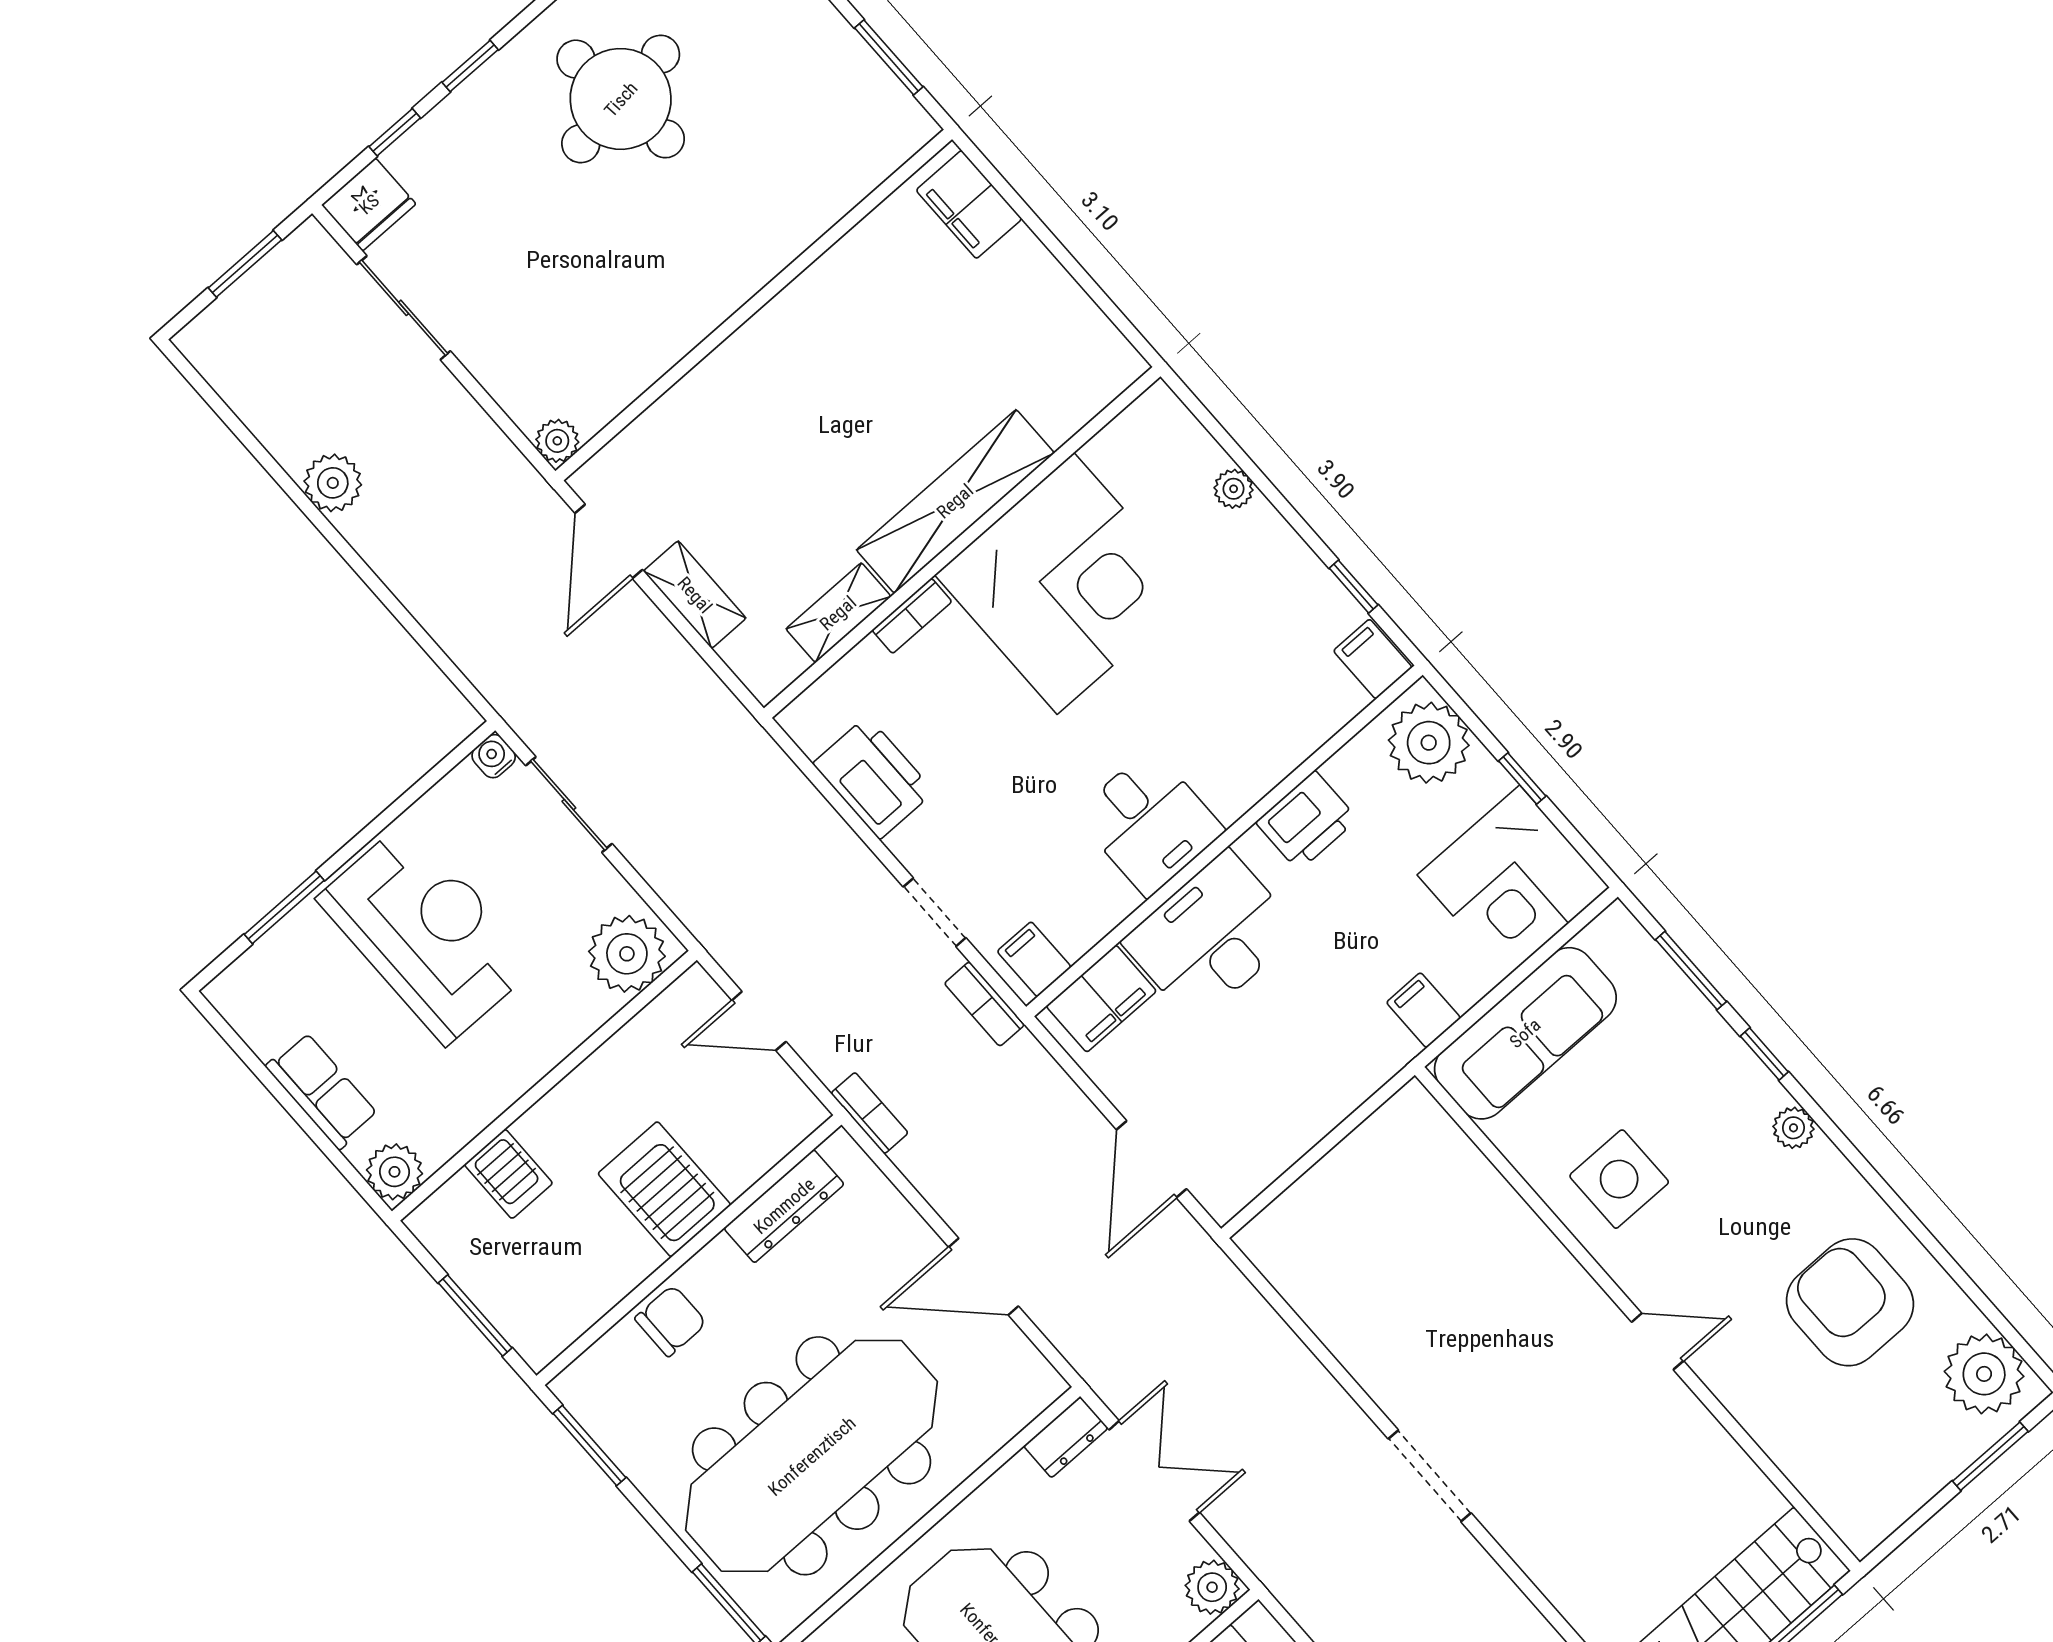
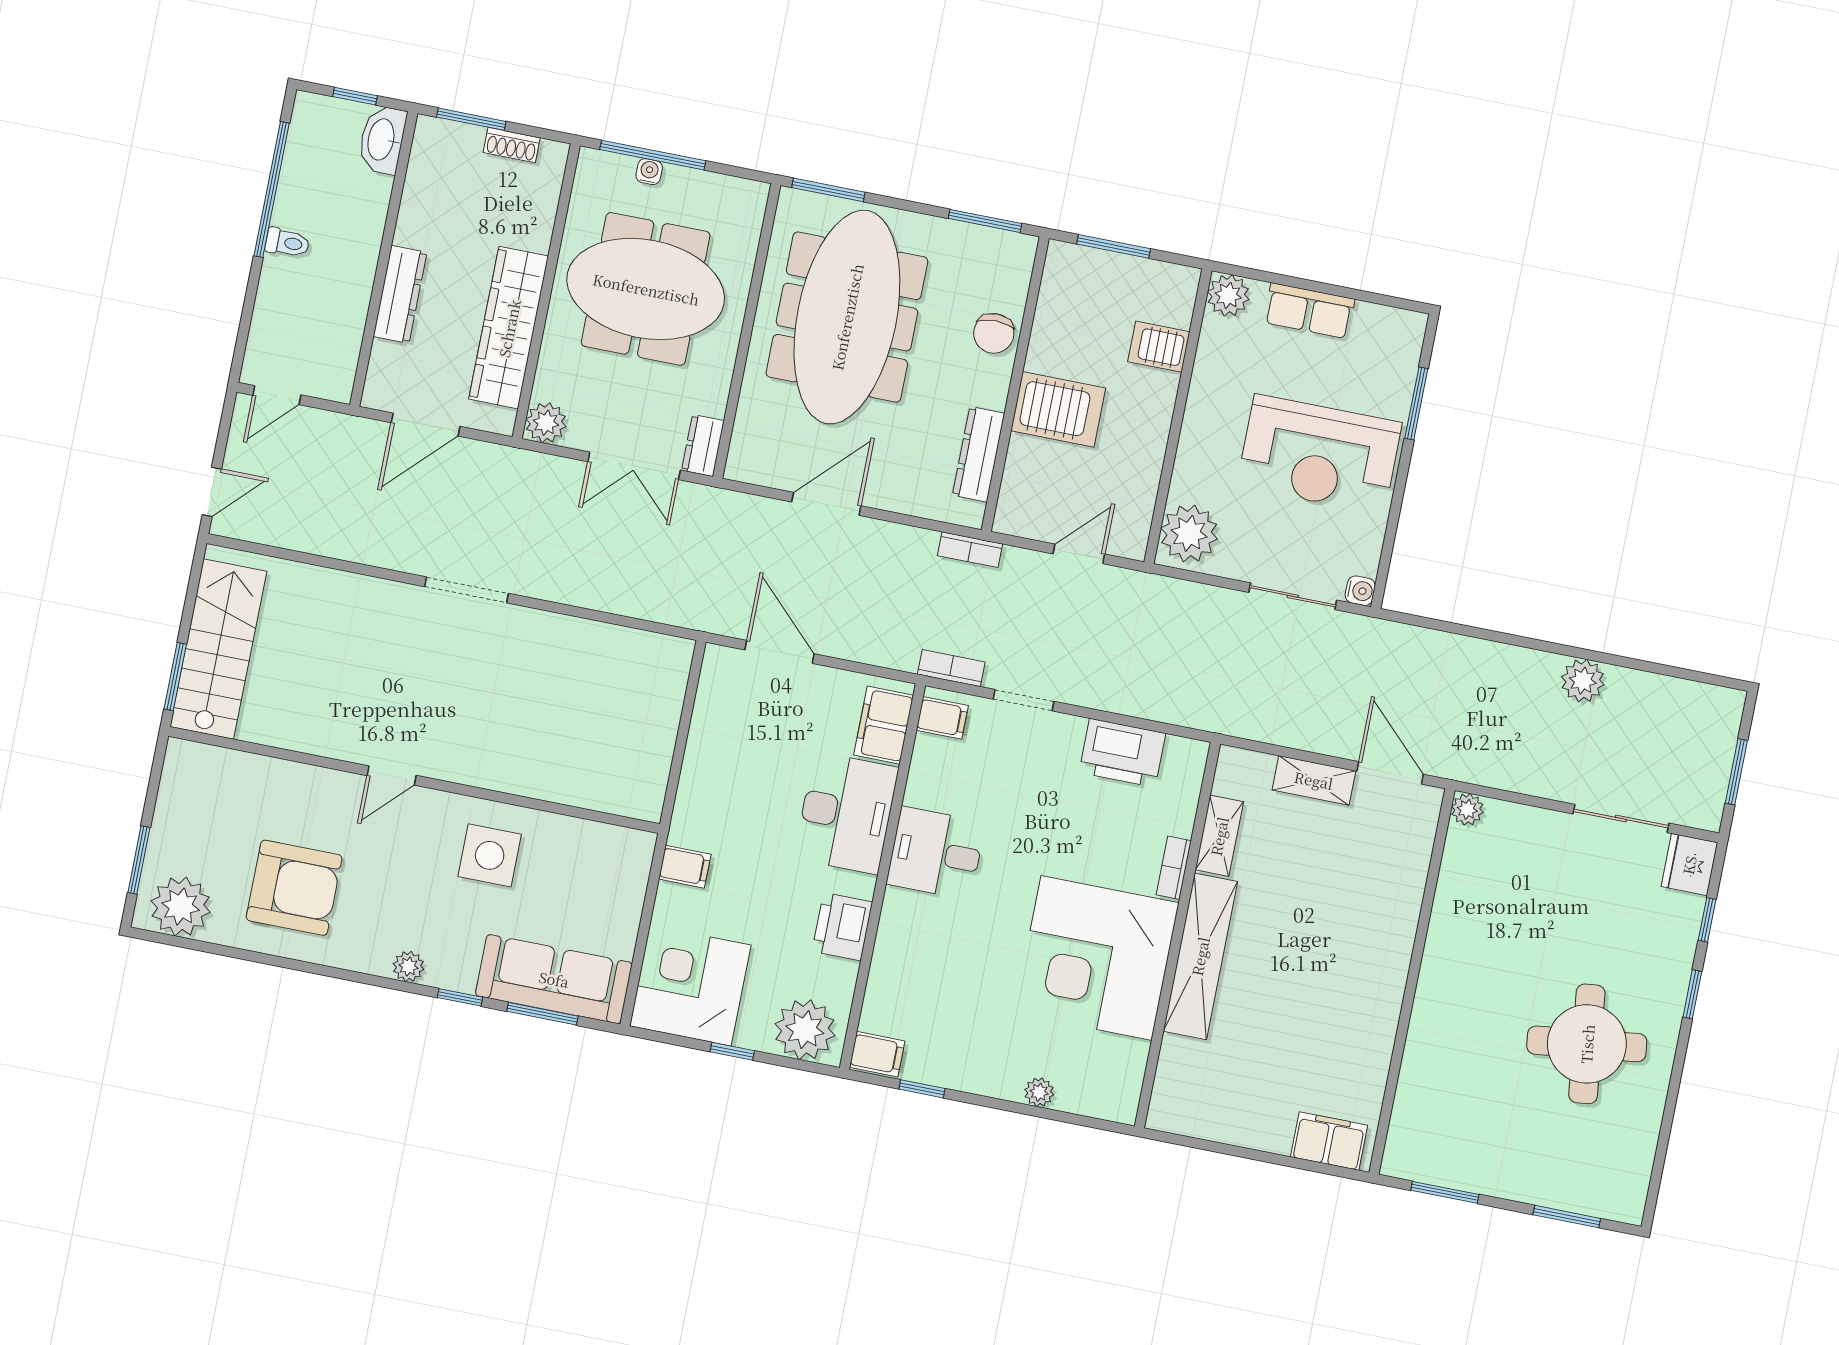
sofa: (1525, 1033) -> (554, 979), moved, turned 90

